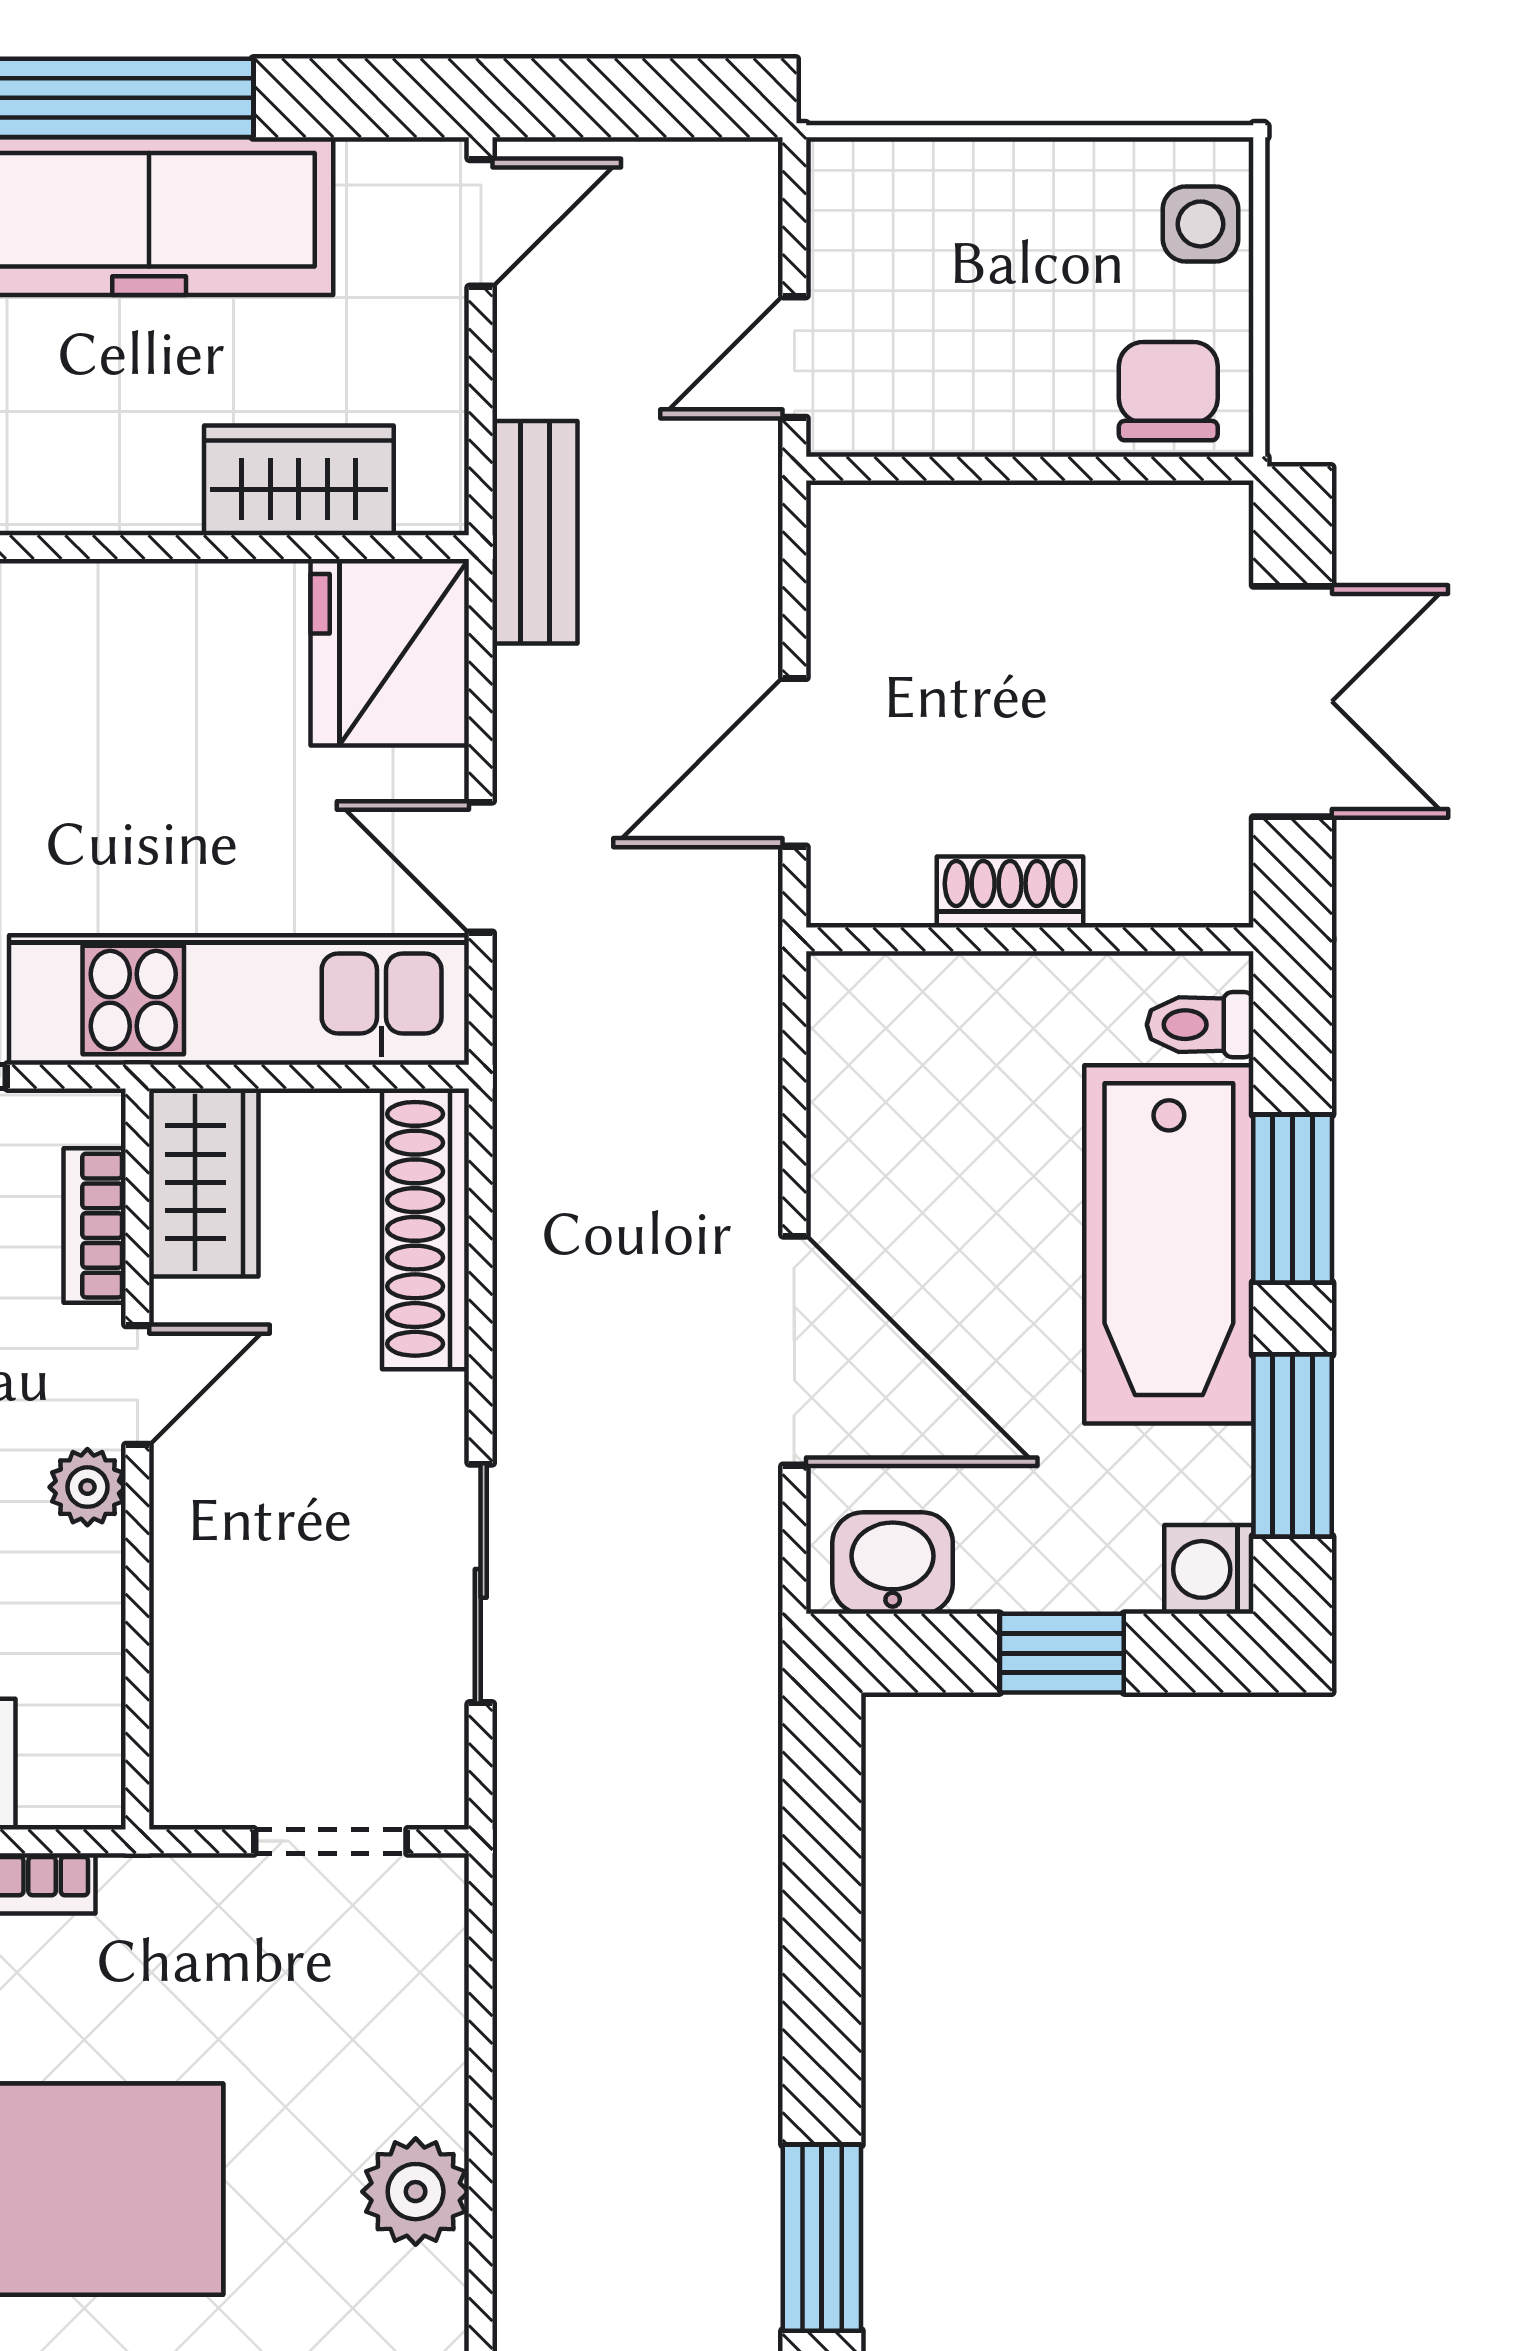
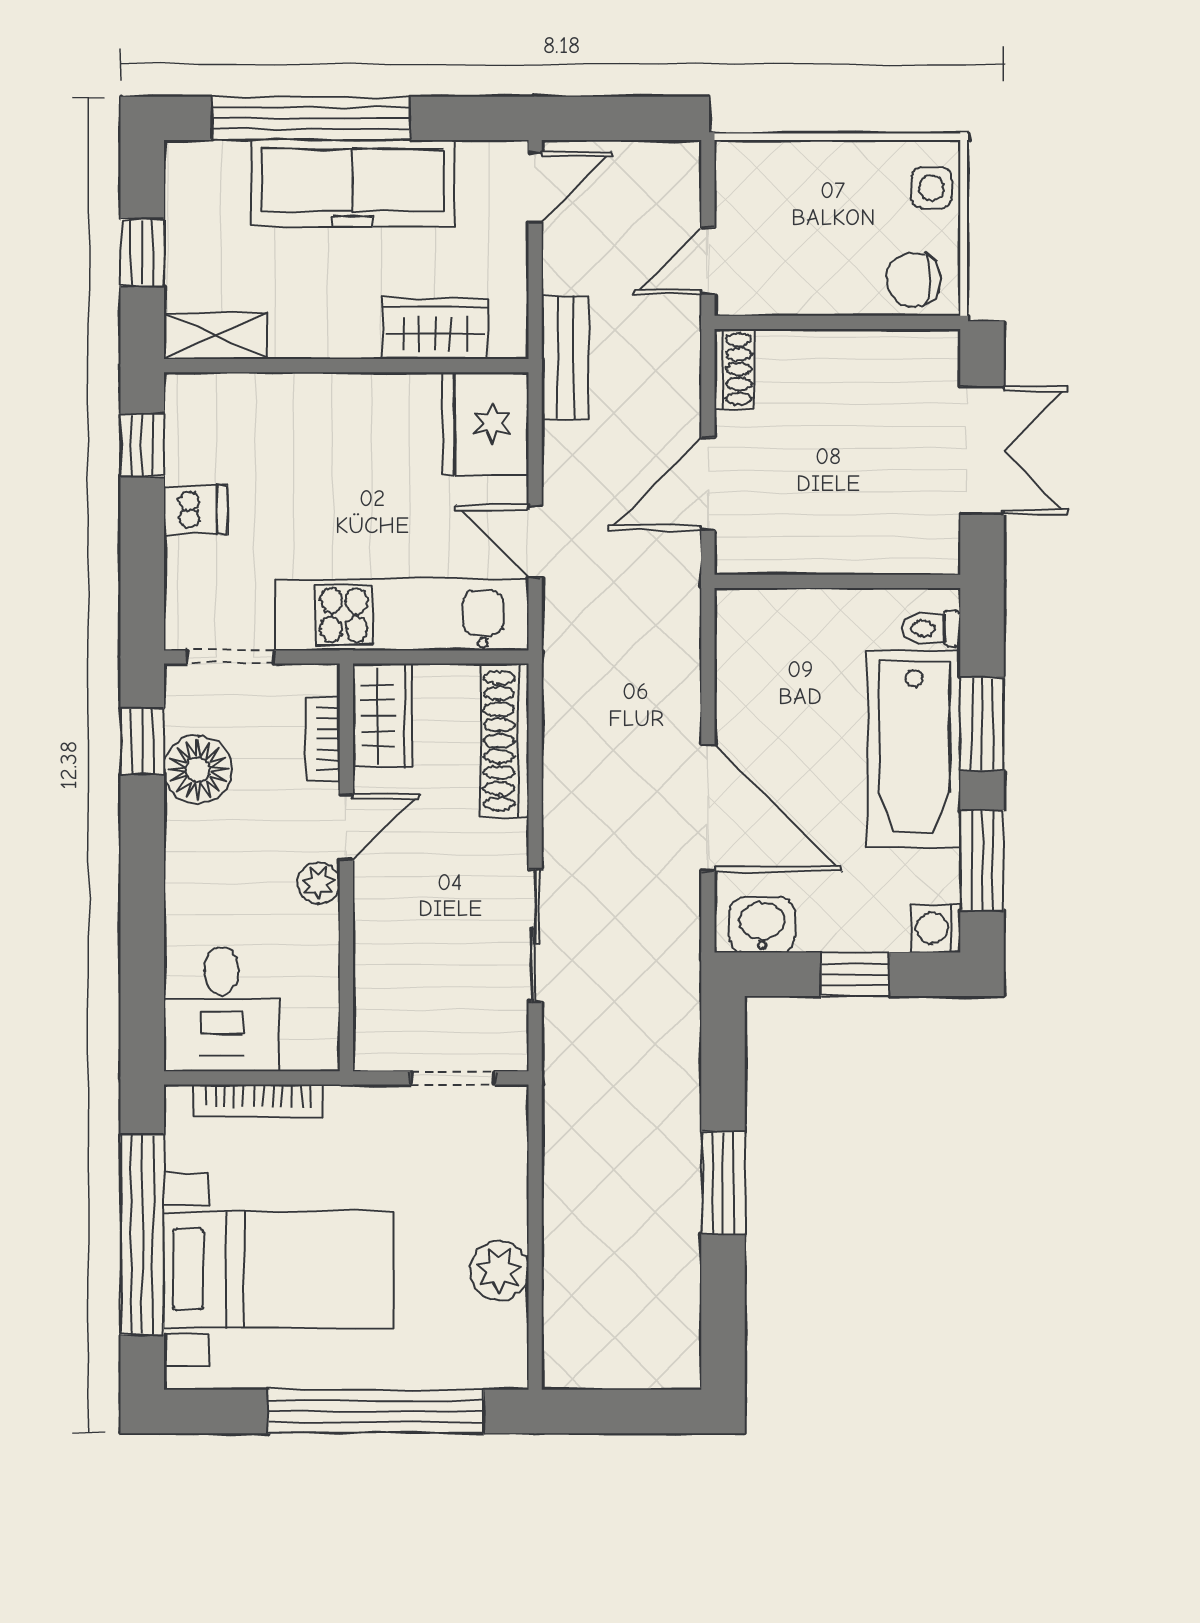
chair: (1168, 391) -> (914, 280), turned -90
shoe rack: (1010, 892) -> (734, 369), moved, turned 90
window: (822, 2238) -> (723, 1183), moved

